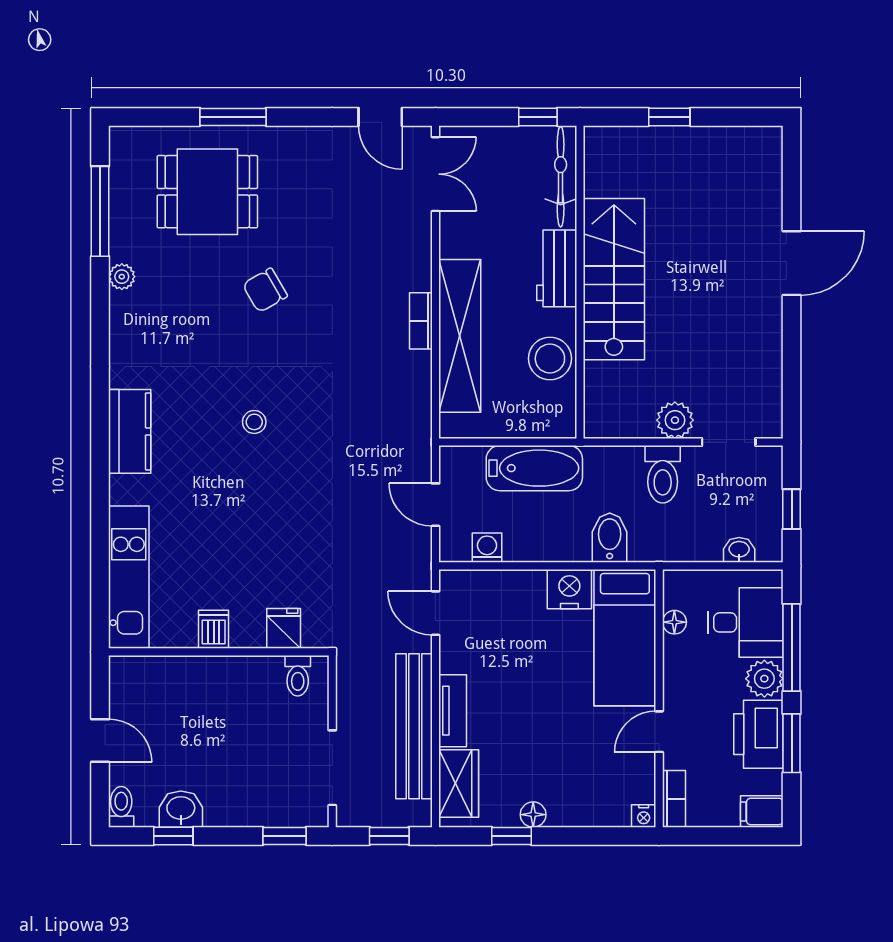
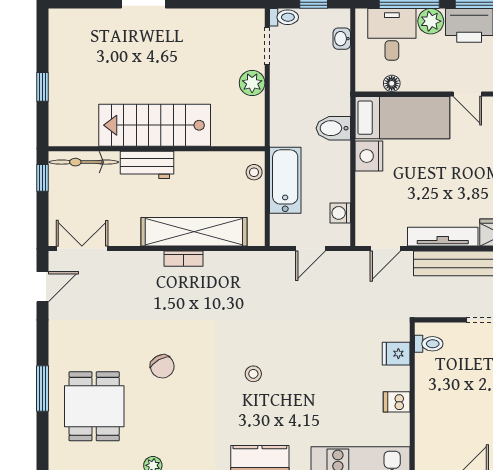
stool: (550, 359) -> (254, 172), moved, width x0.53, depth x0.53
toilet: (663, 474) -> (284, 17), moved, width x0.73, depth x0.72
tv unit: (453, 711) -> (443, 237), width x1.41

